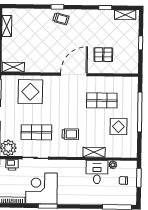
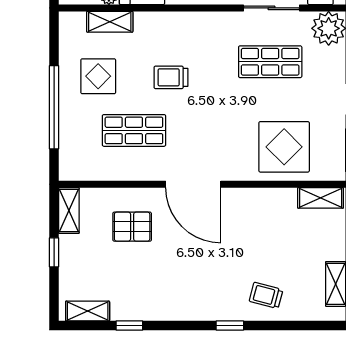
trolley: (61, 19) -> (266, 295), moved
shelving: (133, 63) -> (69, 210), added
door: (74, 74) -> (193, 184), hinge flipped
trolley: (70, 134) -> (171, 77), moved
shelving: (94, 152) -> (110, 22), moved

